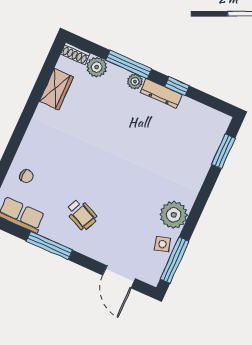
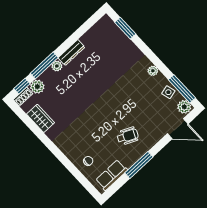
window: (177, 86) -> (22, 86), moved
plant: (174, 215) -> (153, 71), width x0.53, depth x0.53
plant: (152, 273) -> (184, 107), added

